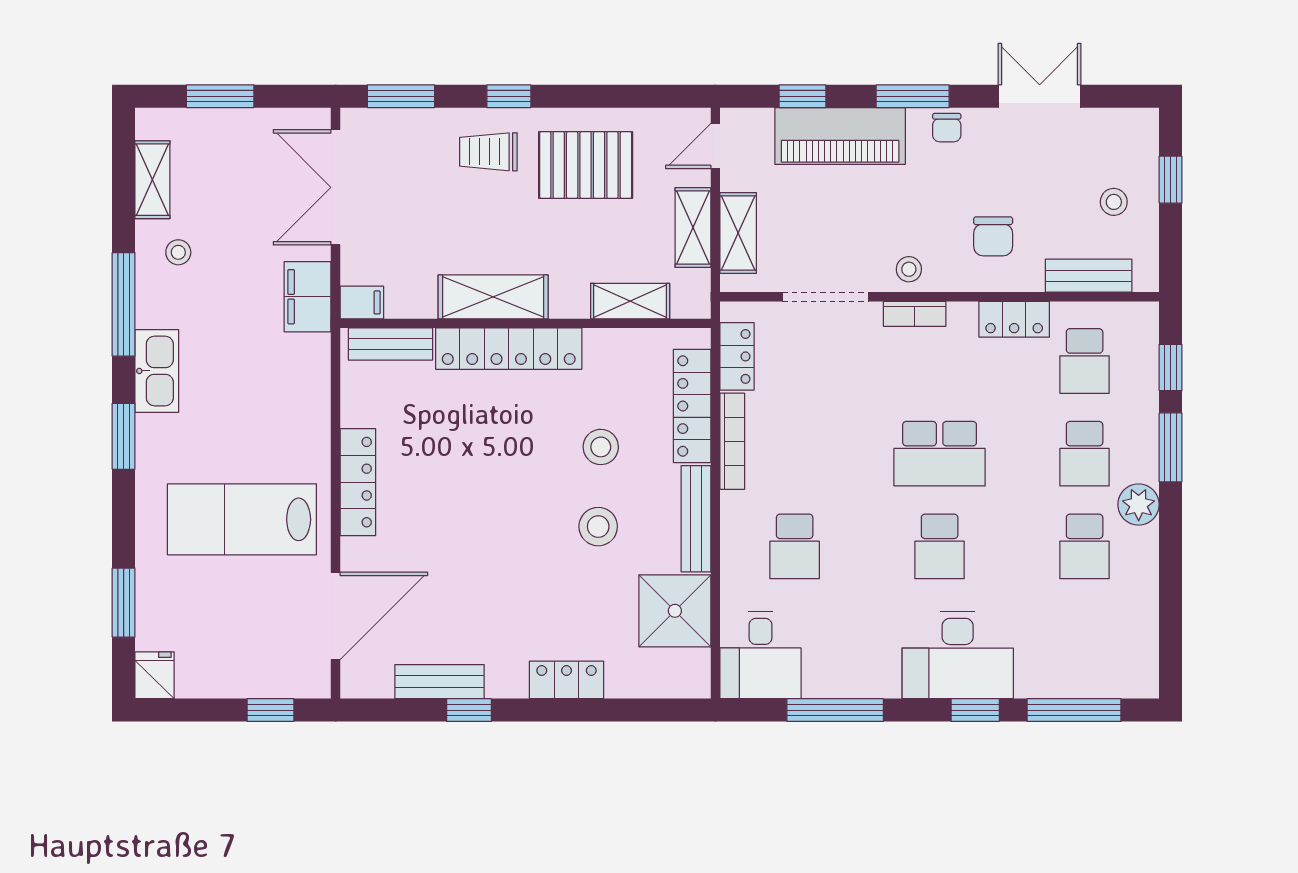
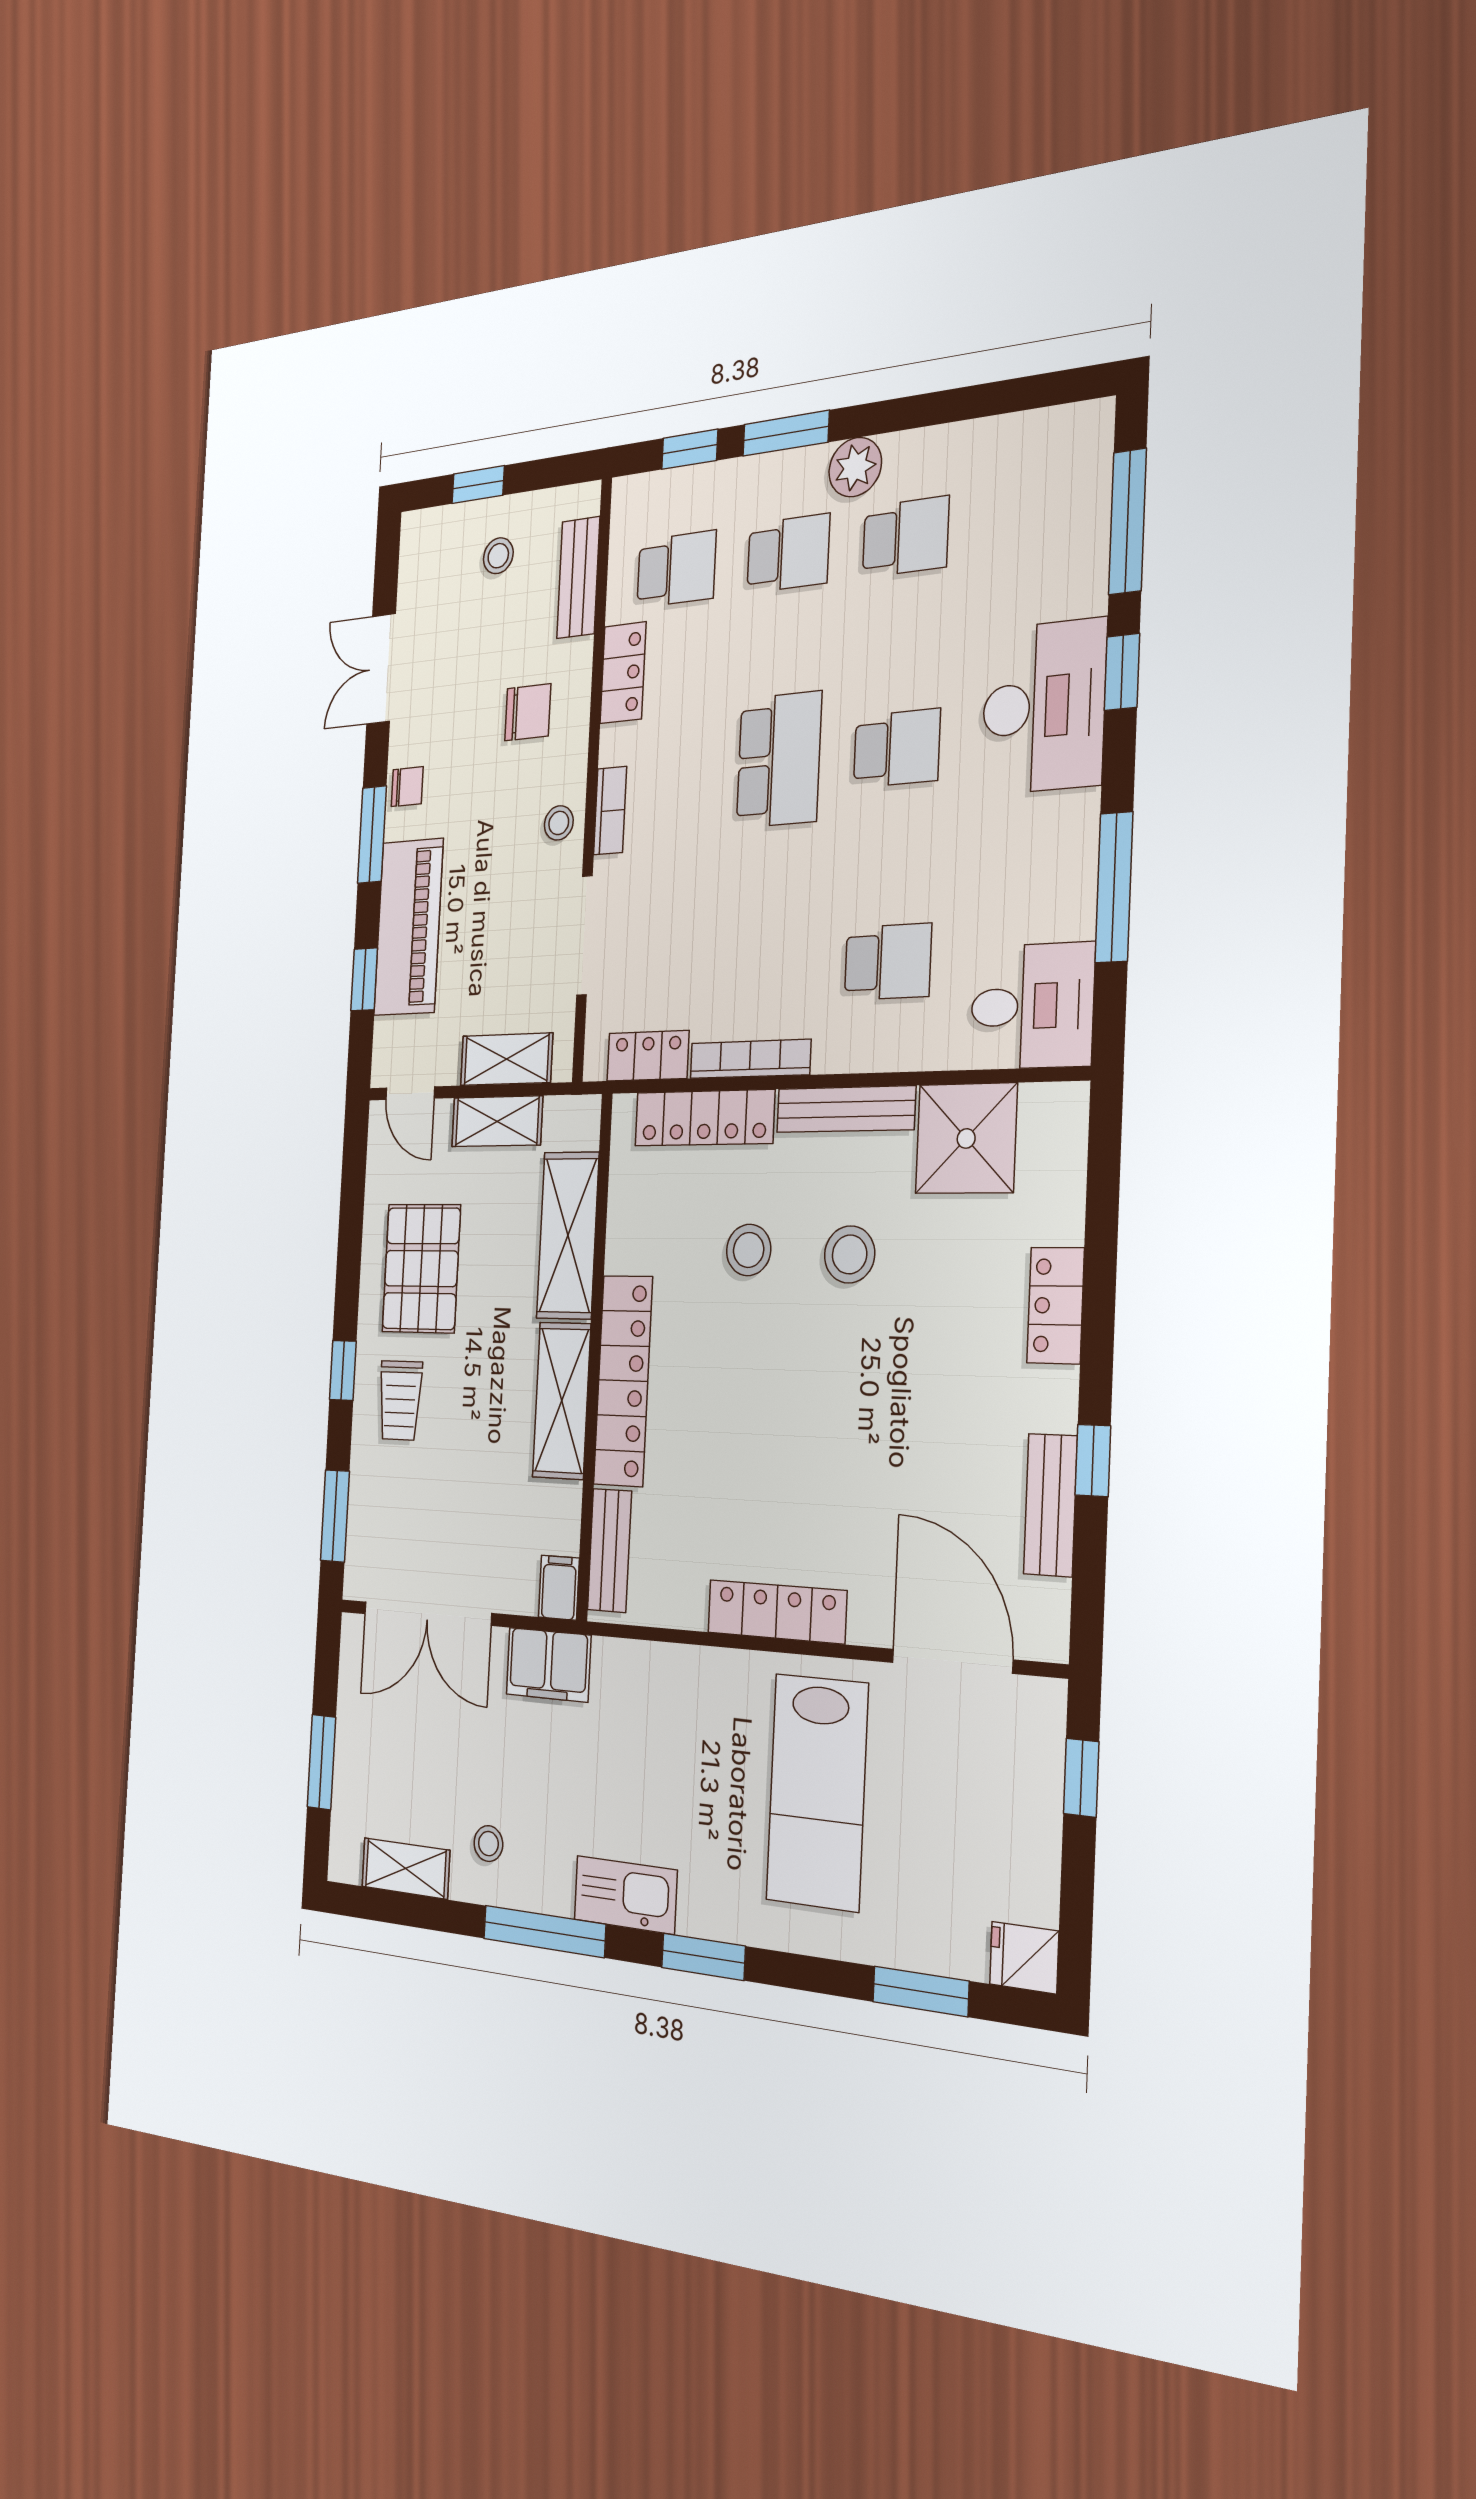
shelving: (630, 301) -> (568, 1235), width x1.50, depth x1.33

